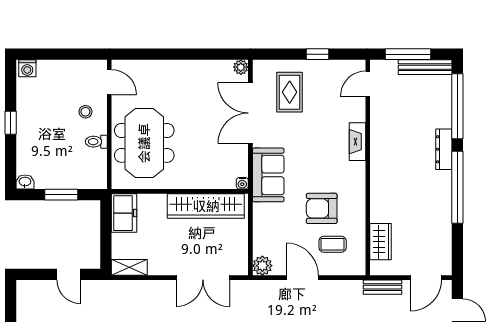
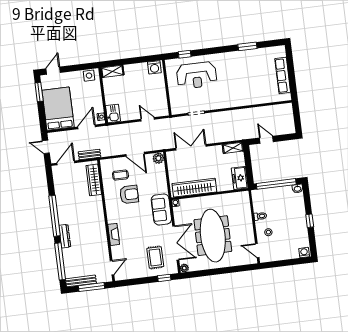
window: (317, 54) -> (164, 278), moved
meeting table: (144, 143) -> (213, 236), moved, width x1.36
window: (61, 195) -> (276, 184), width x2.11
wardrobe: (381, 242) -> (94, 180), width x1.50

